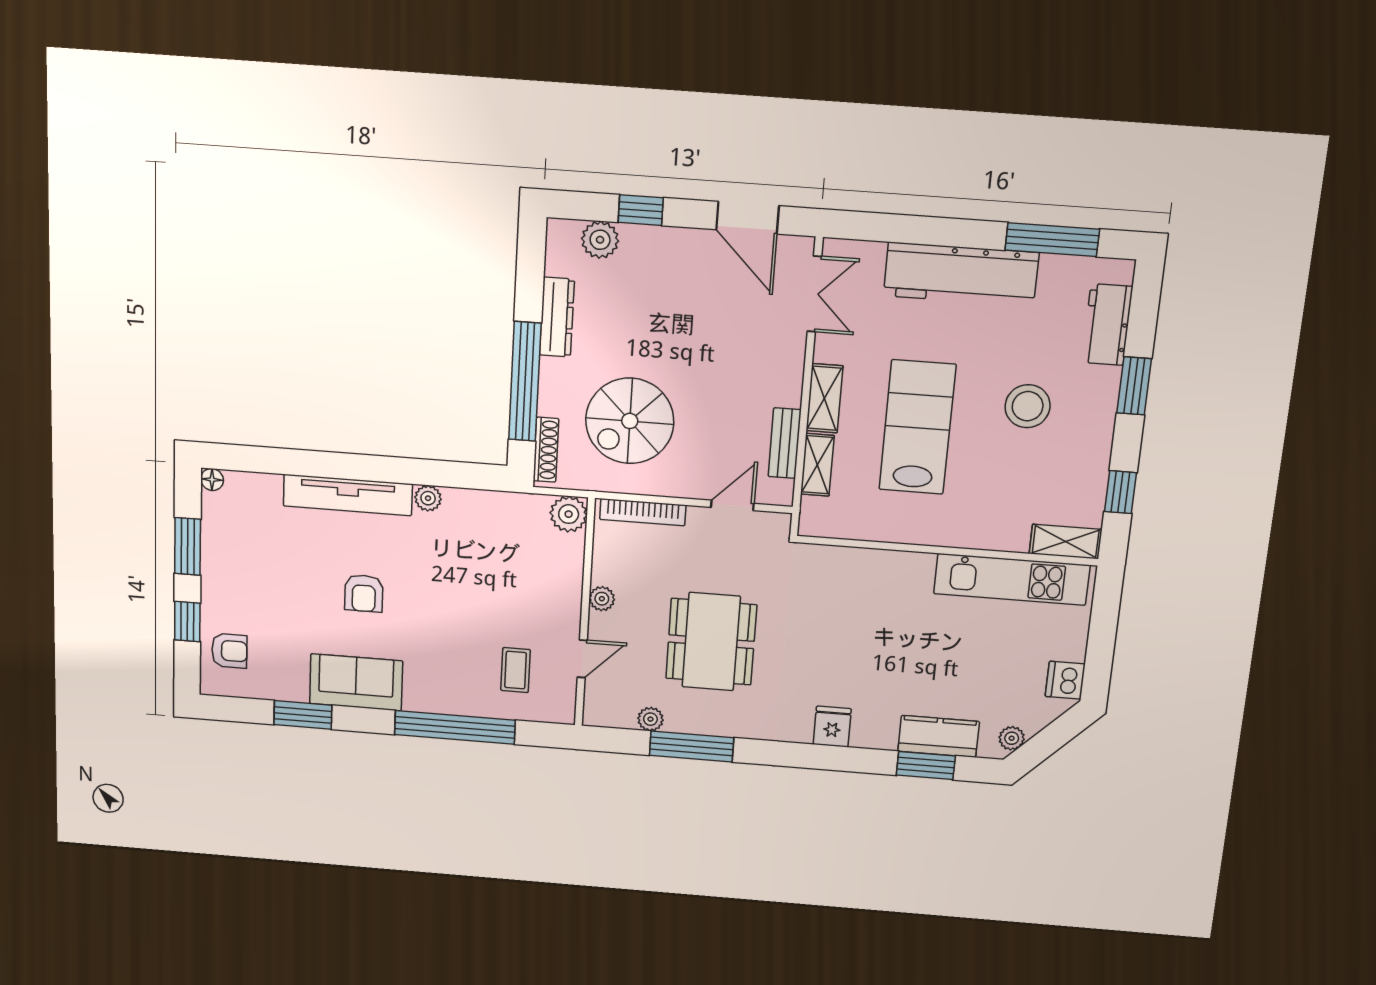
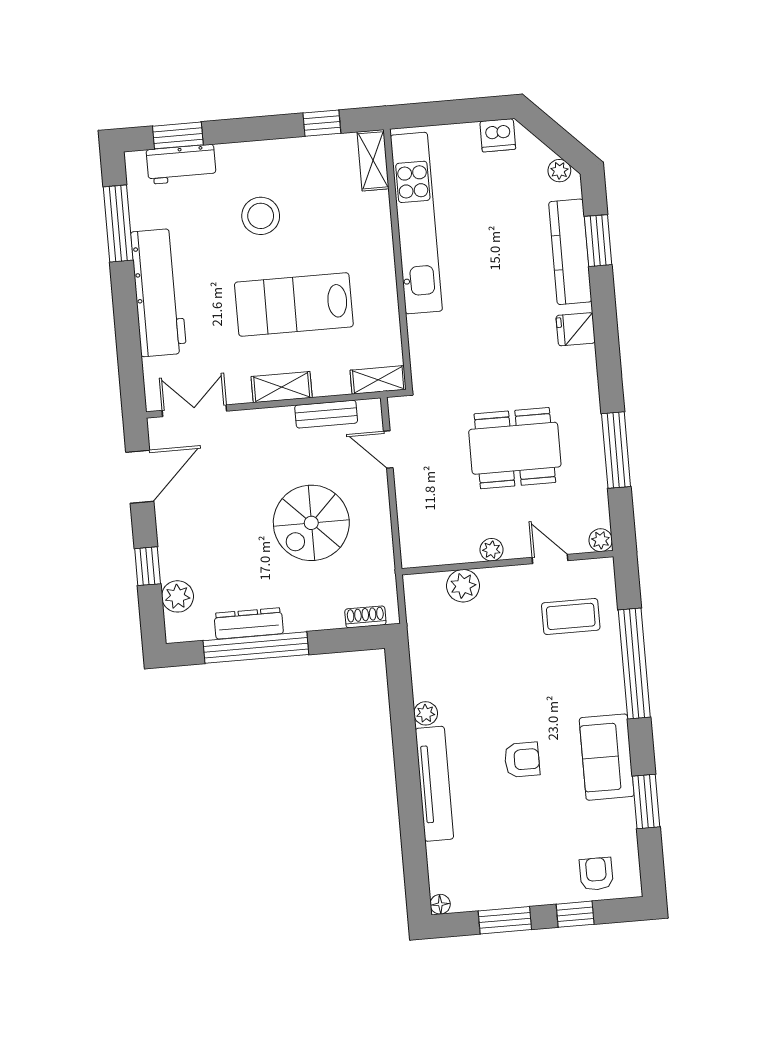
window: (525, 382) -> (256, 648), moved
window: (1134, 386) -> (178, 135), moved
spiral stairs: (630, 421) -> (311, 523), moved, turned 90
shoe rack: (546, 450) -> (365, 617), width x0.70
shelving: (817, 465) -> (378, 380), moved
bookcase: (643, 512) -> (407, 526), removed
plant: (569, 514) -> (463, 586), moved
kitchen unit: (1012, 579) -> (416, 223), width x1.36
coffee table: (516, 670) -> (571, 616), width x1.36, depth x1.30
plant: (650, 719) -> (601, 540), moved
kitchen counter: (939, 736) -> (570, 252), width x1.50

